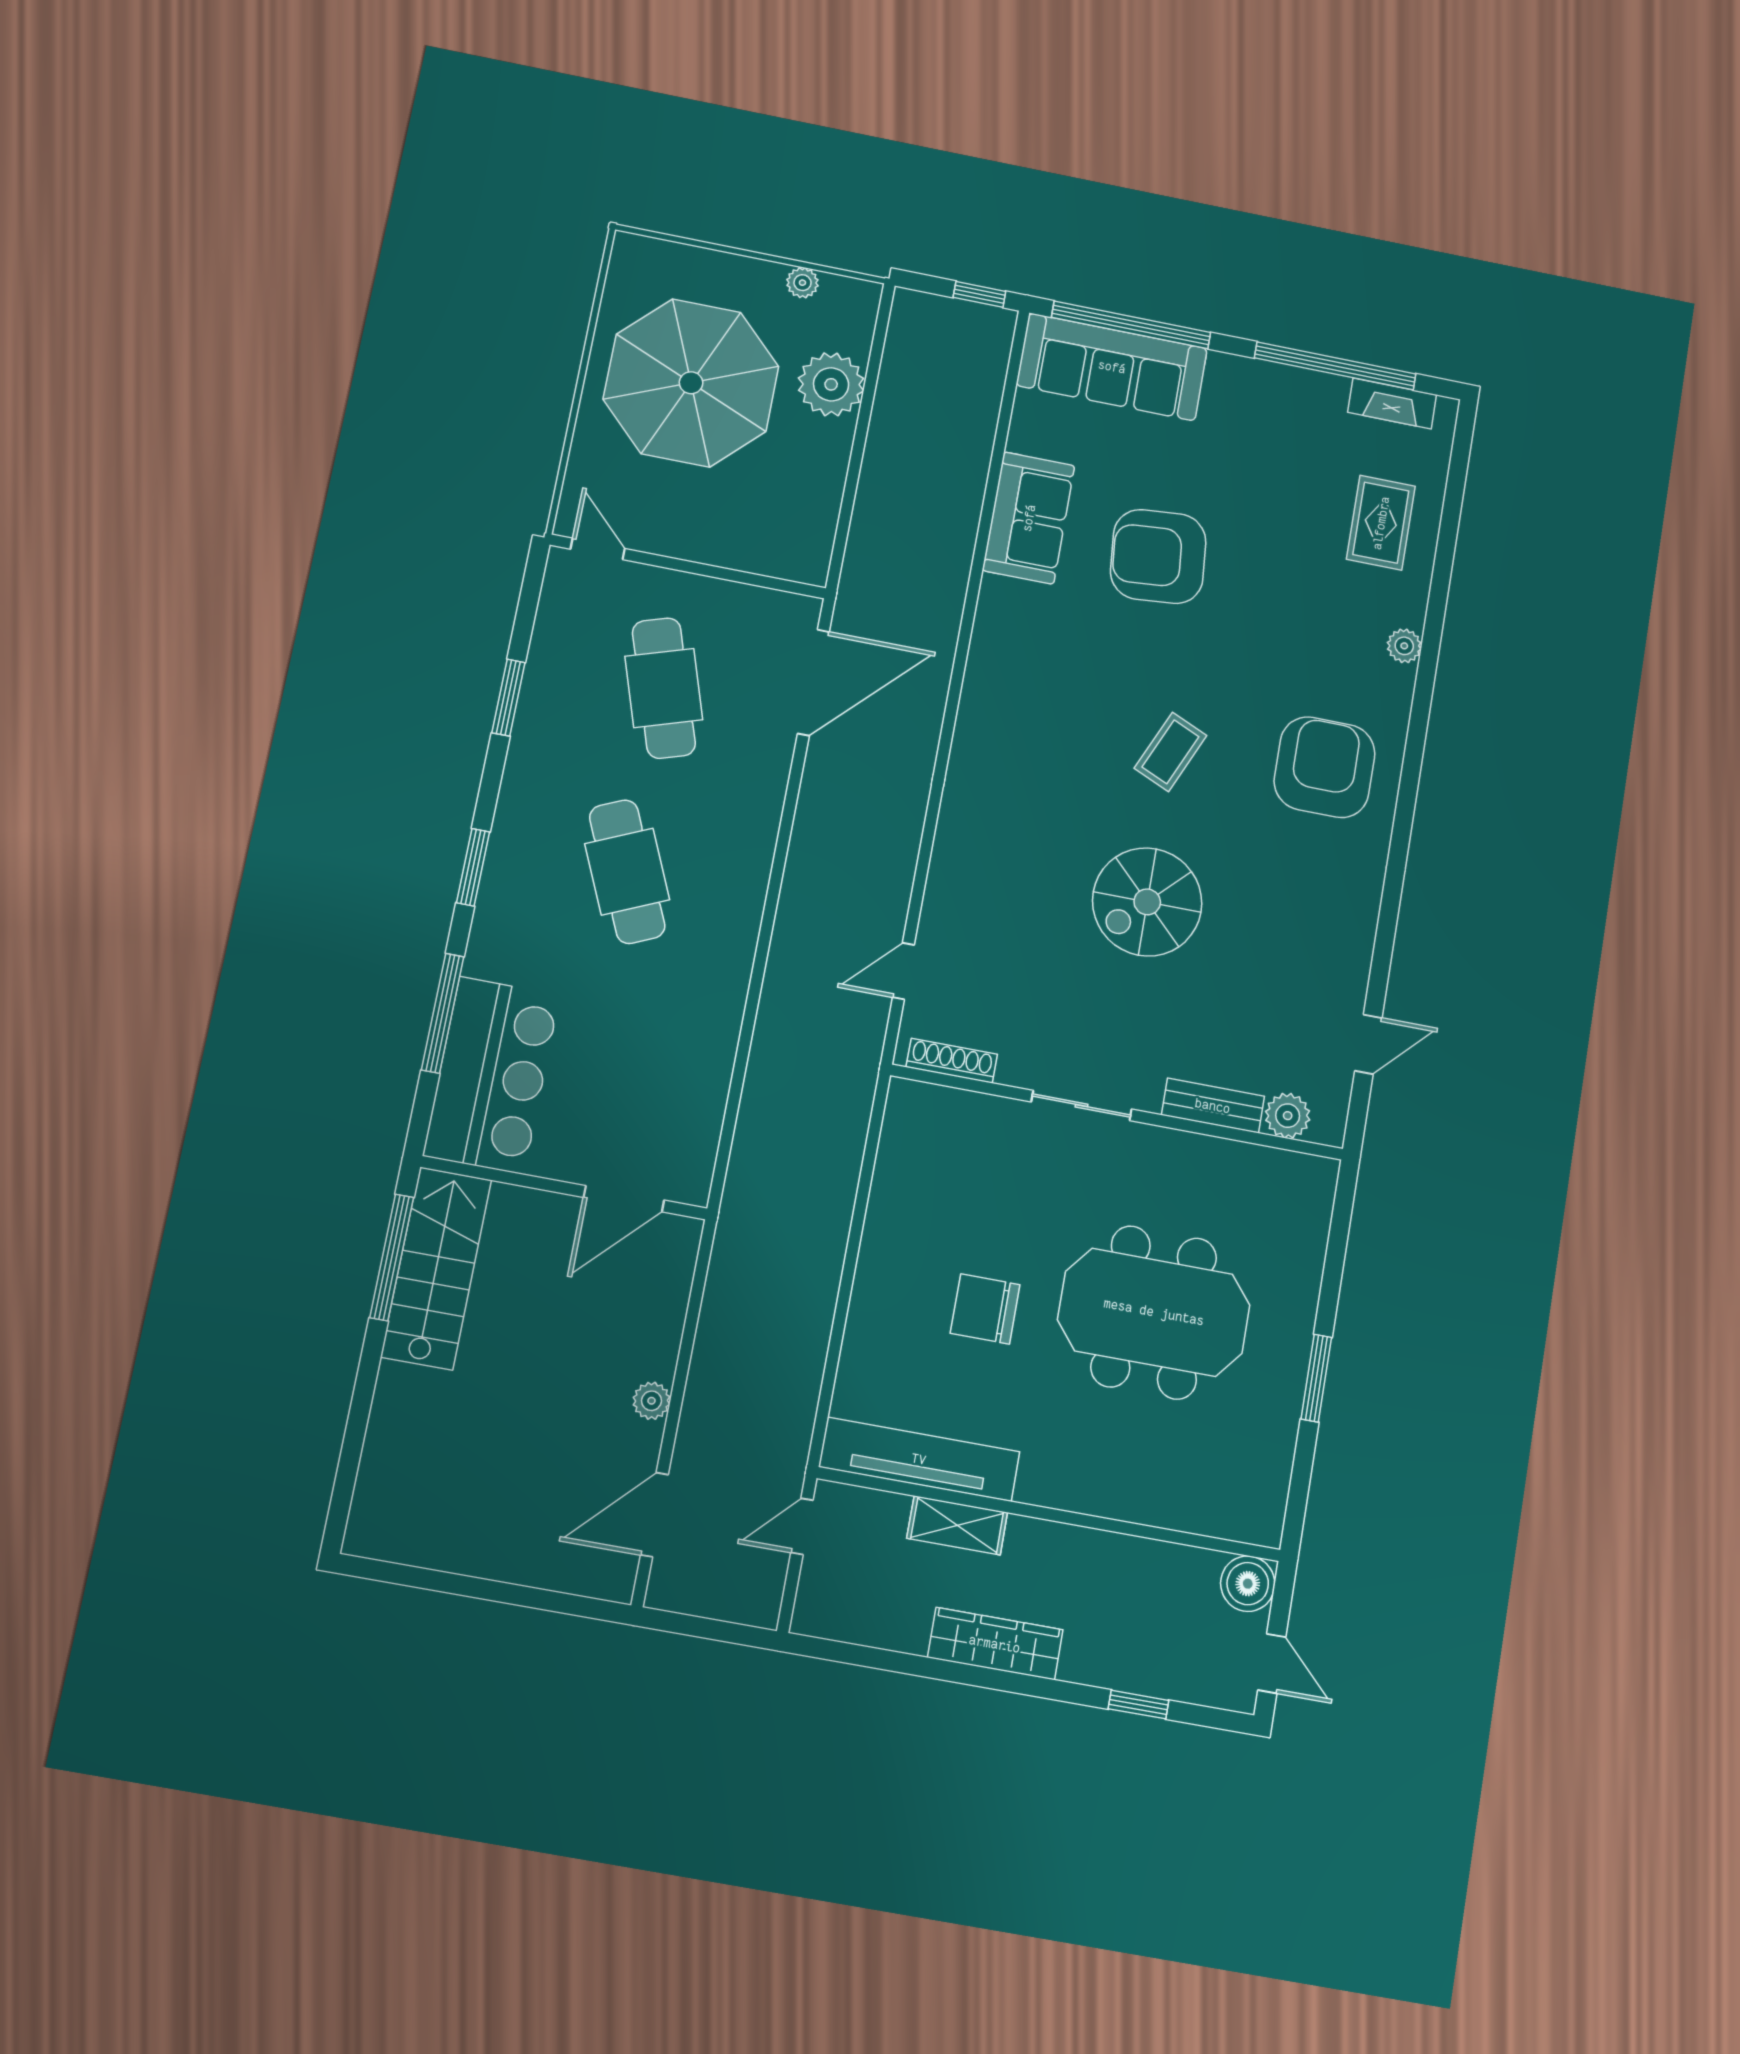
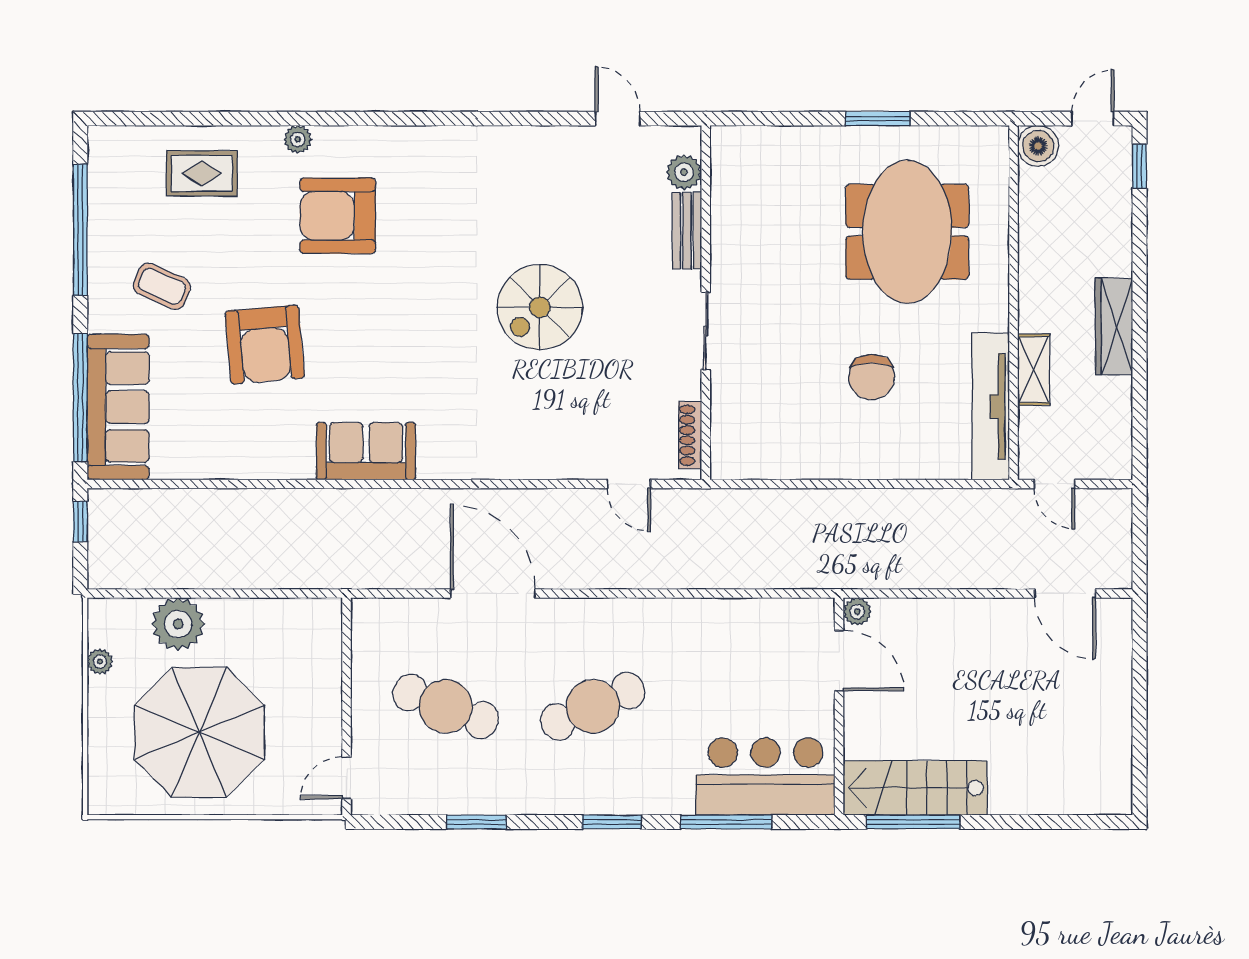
fireplace: (1392, 403) -> (102, 180), removed
sofa: (1029, 518) -> (366, 451), moved
door: (813, 683) -> (493, 593), moved
cafe table: (664, 688) -> (446, 706), turned 39
coffee table: (1170, 752) -> (162, 286), moved
armchair: (1325, 767) -> (338, 216), moved
spiral stairs: (1147, 902) -> (540, 307), turned 90
meeting table: (1154, 1312) -> (907, 232), moved
plant: (652, 1401) -> (857, 612), moved
window: (1138, 1705) -> (1139, 166), moved

